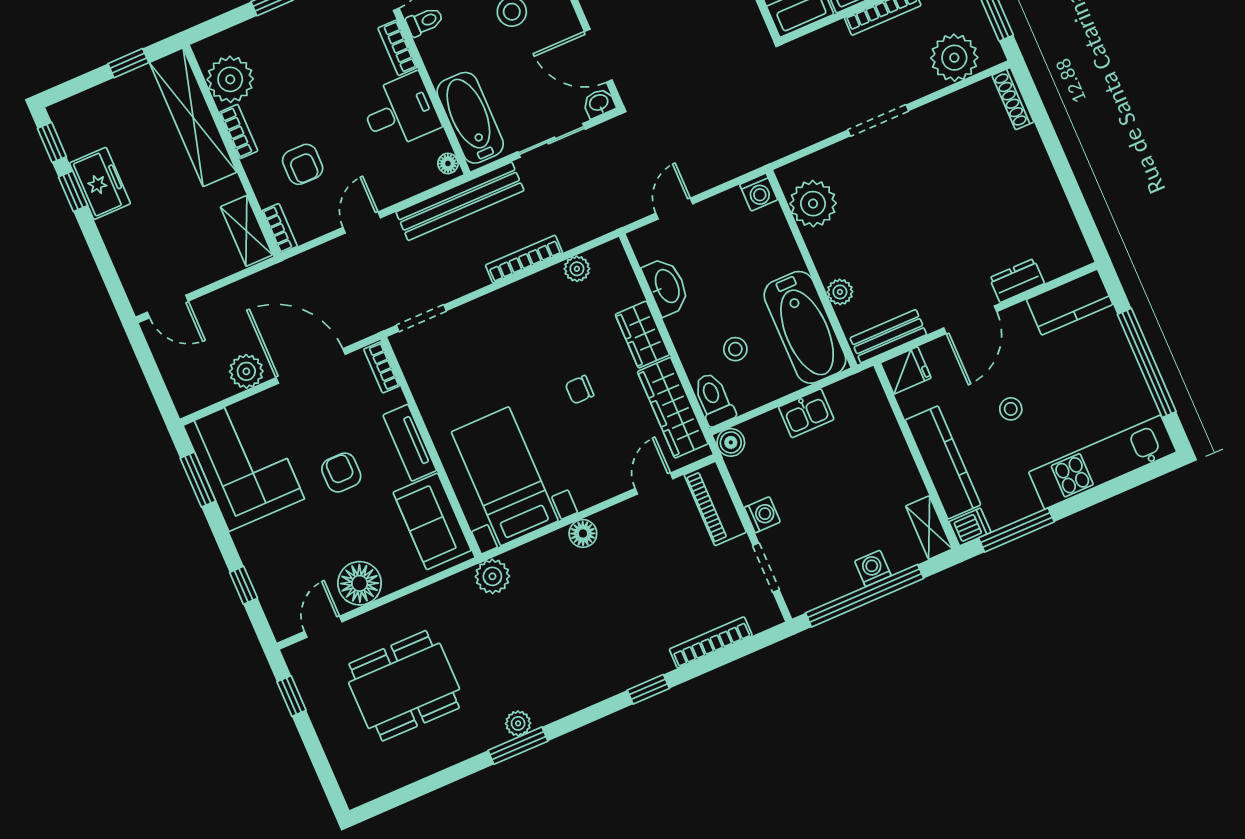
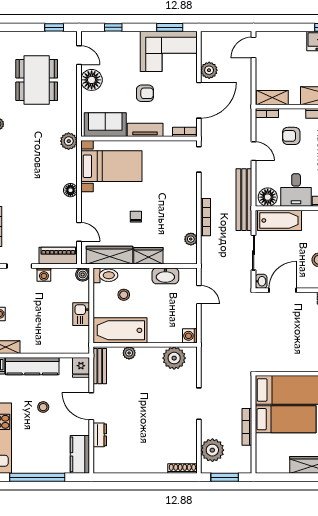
floor lamp: (448, 163) -> (268, 197), width x1.89, depth x1.89

